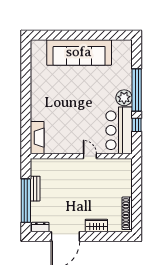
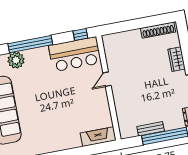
plant: (124, 98) -> (16, 60), moved
window: (137, 125) -> (80, 35), moved

